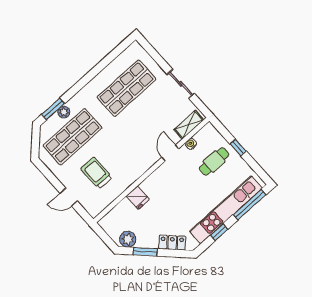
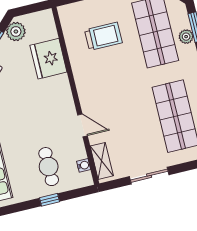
water cooler: (191, 144) -> (84, 165), moved
fridge: (138, 198) -> (48, 59), width x1.88, depth x1.34

